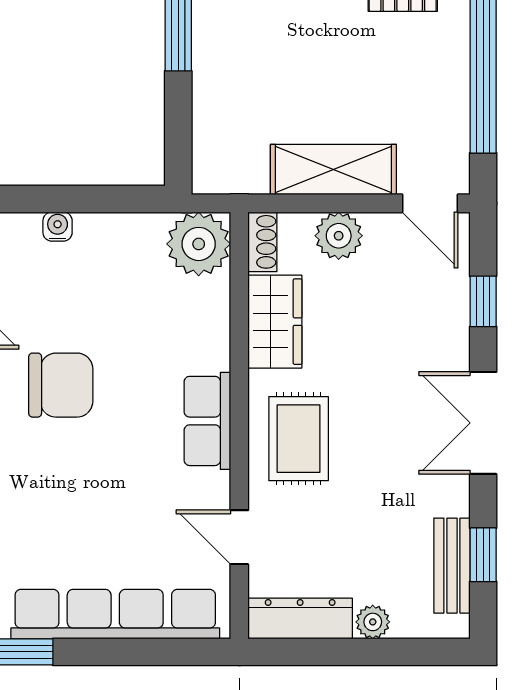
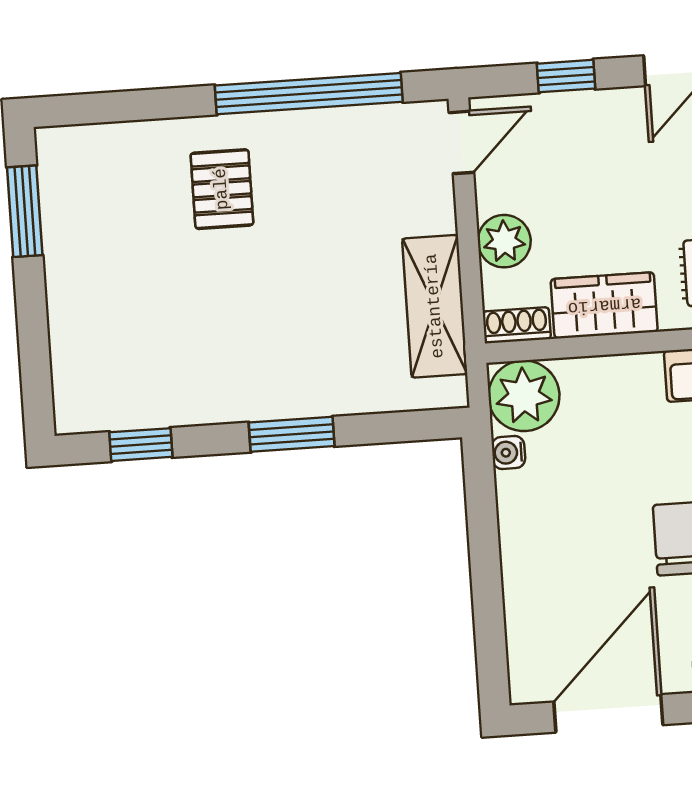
shelving: (333, 169) -> (435, 306), moved
water cooler: (58, 227) -> (508, 452), moved

